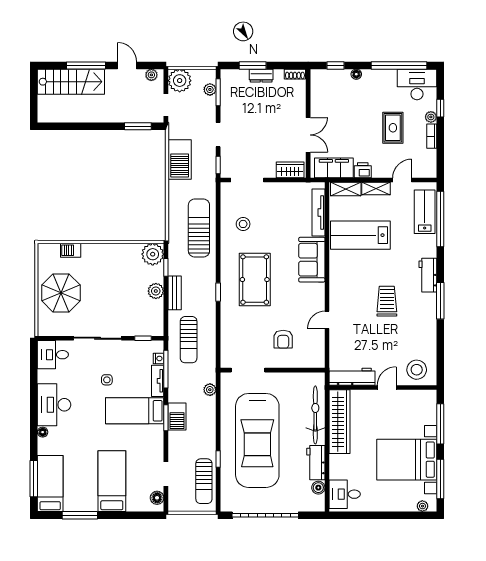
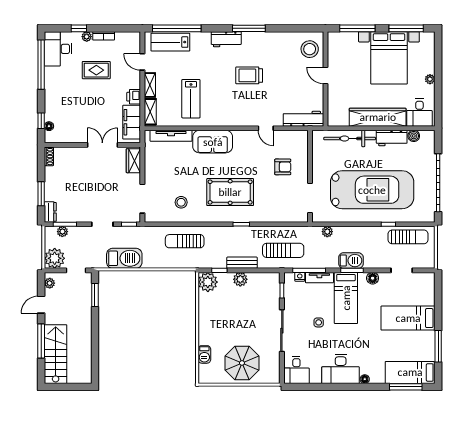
floor lamp: (356, 74) -> (49, 126), moved
dresser: (261, 76) -> (50, 212), moved
sun lounger: (199, 228) -> (185, 241), width x0.73, depth x0.75
lab bench: (360, 235) -> (191, 99), width x0.73, depth x0.72
workbench: (352, 377) -> (303, 119), moved, turned 90
wardrobe: (340, 422) -> (378, 117), moved
floor lamp: (157, 498) -> (373, 278), moved
plant: (422, 506) -> (430, 79), moved

